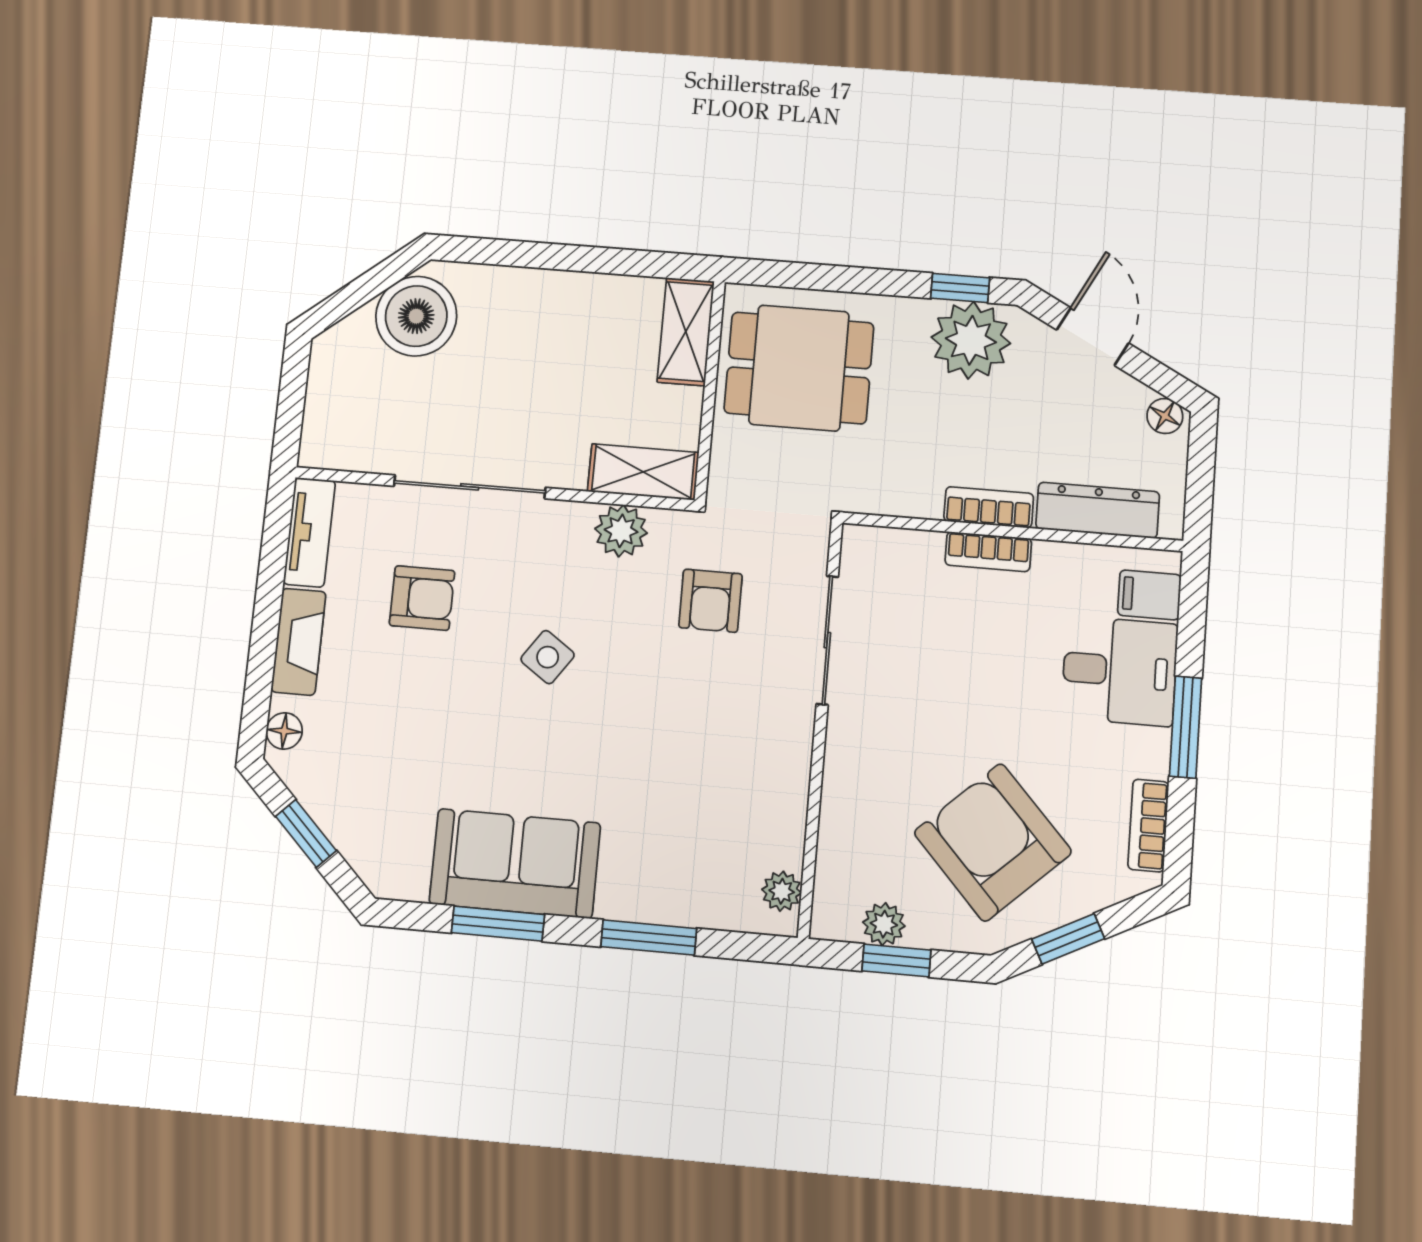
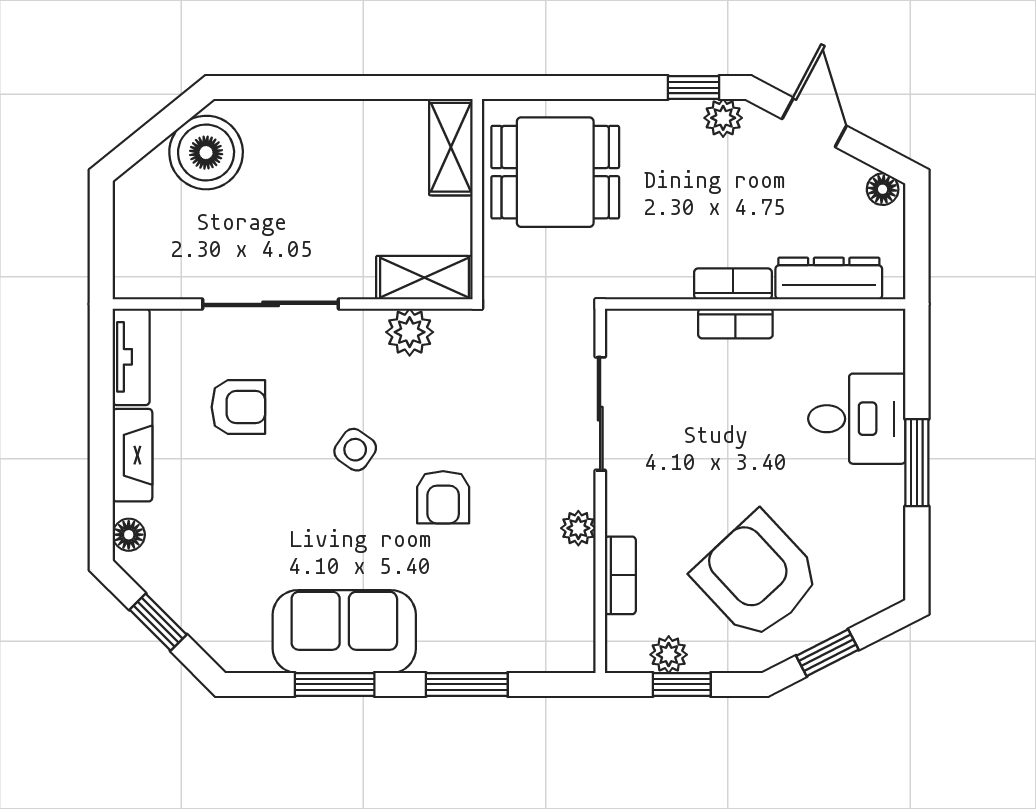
plant: (971, 340) -> (723, 118), width x0.53, depth x0.53
filing cabinet: (1149, 595) -> (879, 350), removed
armchair: (710, 601) -> (443, 497), moved
bookcase: (1148, 826) -> (620, 575), moved, turned 180
plant: (782, 891) -> (578, 528), moved

